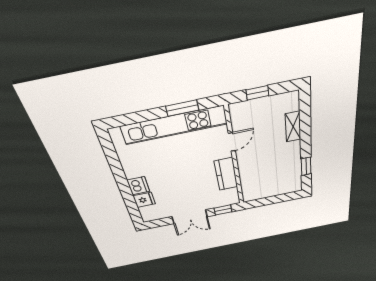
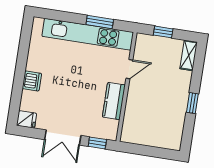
shelving: (293, 127) -> (189, 55), moved
window: (306, 166) -> (192, 103), moved
fridge: (144, 200) -> (27, 119), moved

